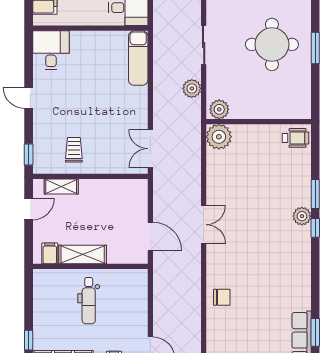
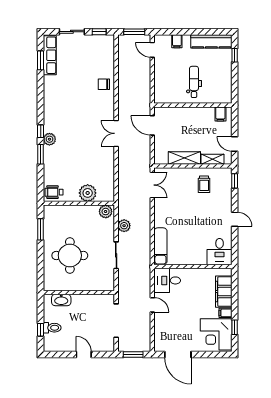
window: (315, 48) -> (41, 229), moved
plant: (219, 137) -> (88, 193), moved
door: (29, 209) -> (235, 144), hinge flipped
shelving: (83, 255) -> (184, 158), moved

